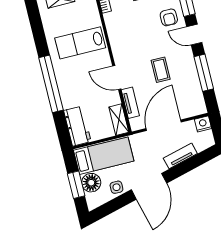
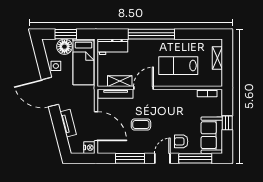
lab bench: (80, 43) -> (178, 66), turned -90
tv unit: (130, 103) -> (116, 94), width x1.41
shelving: (119, 120) -> (120, 81), moved
door: (164, 125) -> (96, 126), moved

